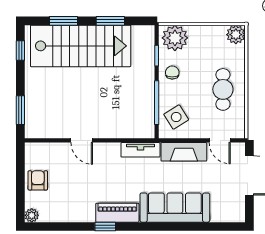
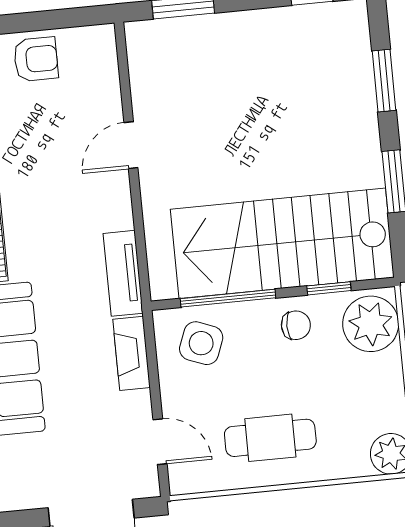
stairs: (81, 46) -> (282, 243), moved, turned 90
side table: (176, 117) -> (201, 343), turned -37
door: (220, 140) -> (160, 442), swing flipped
fireplace: (184, 152) -> (132, 353), width x0.73, depth x0.76

